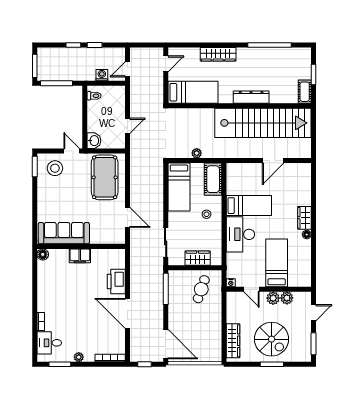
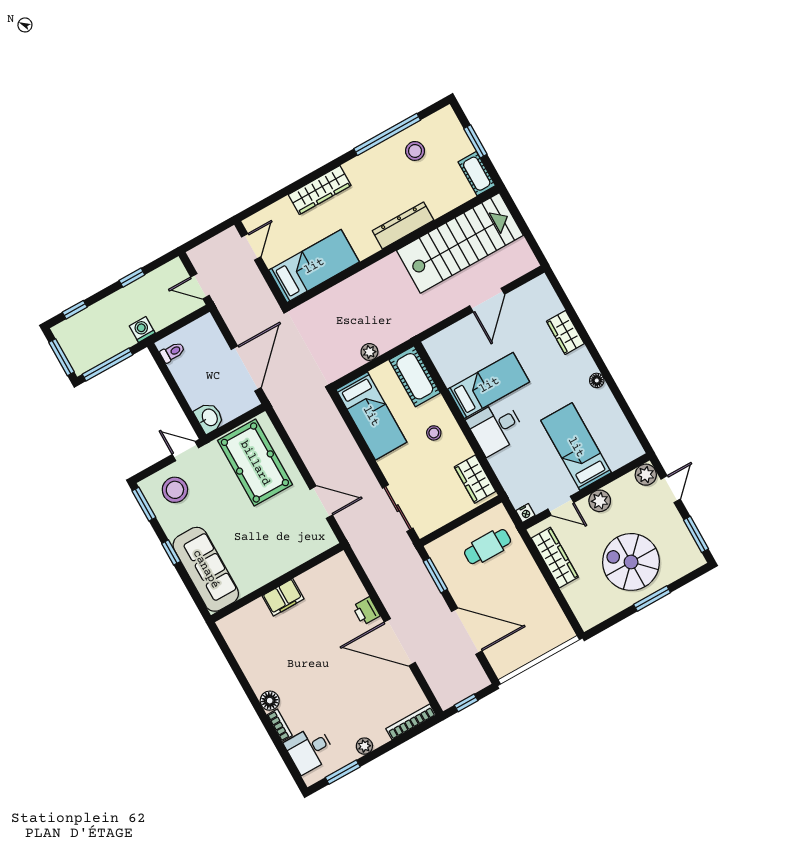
window: (73, 45) -> (75, 310), moved
stool: (279, 62) -> (415, 151), added
door: (128, 69) -> (200, 286), hinge flipped
washing machine: (102, 75) -> (142, 329), moved
stairs: (263, 123) -> (460, 243), width x0.73
door: (128, 126) -> (246, 369), width x1.87
window: (35, 200) -> (171, 552), added
wardrobe: (304, 218) -> (565, 332), moved
sofa: (64, 233) -> (206, 569), moved, turned 90
desk: (240, 234) -> (496, 427), width x0.73
floor lamp: (43, 254) -> (270, 701), moved
wardrobe: (198, 258) -> (475, 479), moved, turned -90
printer: (116, 281) -> (366, 611), width x0.53, depth x0.68
window: (166, 289) -> (435, 575), width x0.69
cafe table: (201, 289) -> (488, 547), turned 71
plant: (287, 298) -> (646, 475), moved
spiral stairs: (272, 339) -> (631, 562), turned 180
wardrobe: (233, 341) -> (555, 558), moved
door: (166, 344) -> (467, 631), moved

